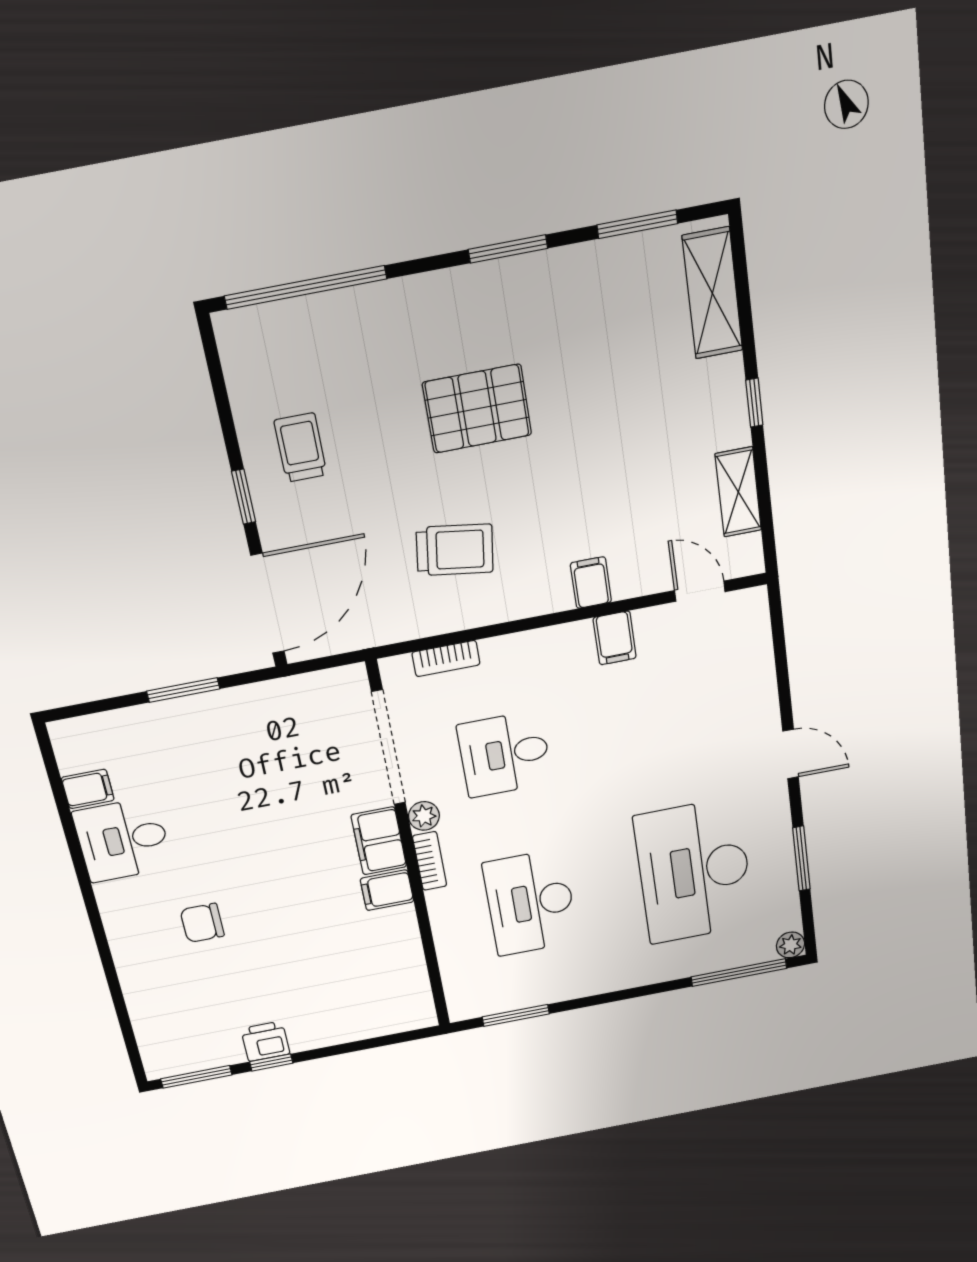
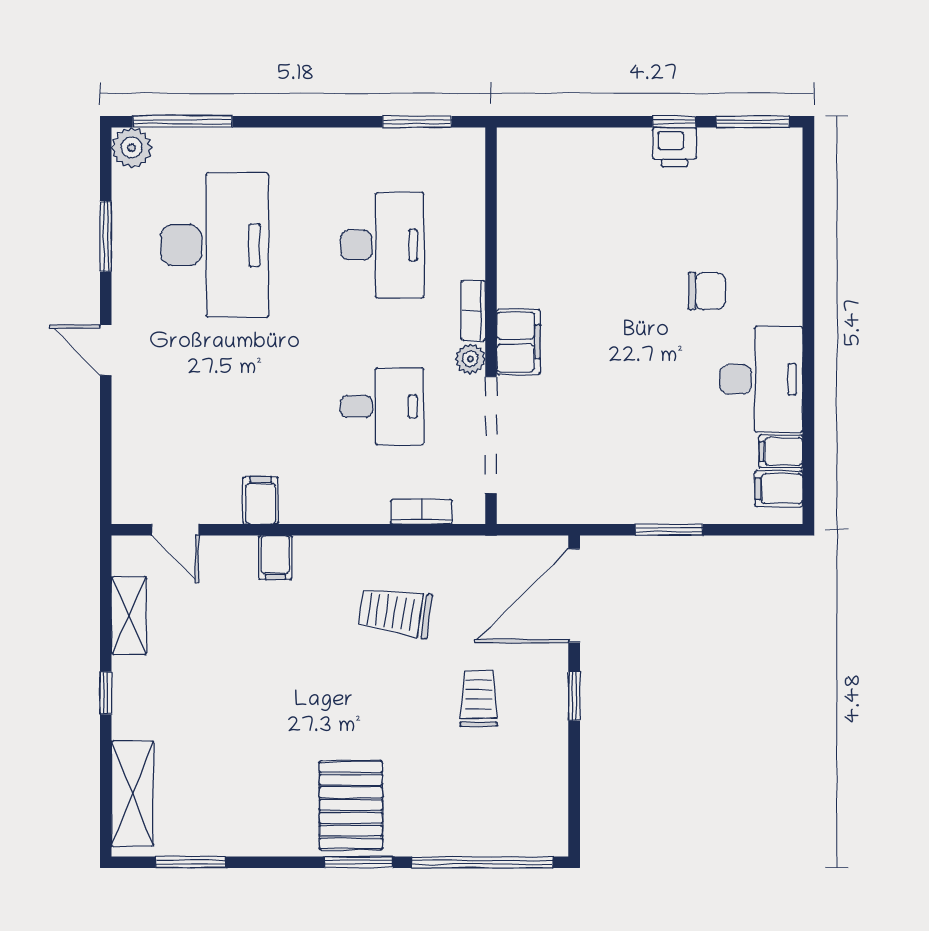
window: (508, 249) -> (359, 862), moved
pallet: (477, 409) -> (351, 805), moved, turned 90
trolley: (301, 448) -> (479, 698), moved, turned 180
desk: (123, 840) -> (761, 379), width x1.37
filing cabinet: (387, 890) -> (779, 489), moved, turned 180
plant: (791, 945) -> (132, 148), width x1.38, depth x1.38

